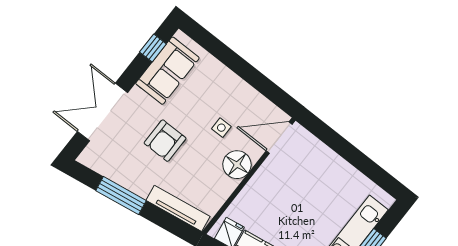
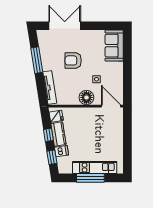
window: (153, 48) -> (107, 26), removed
sofa: (167, 71) -> (114, 46), moved, turned 90

